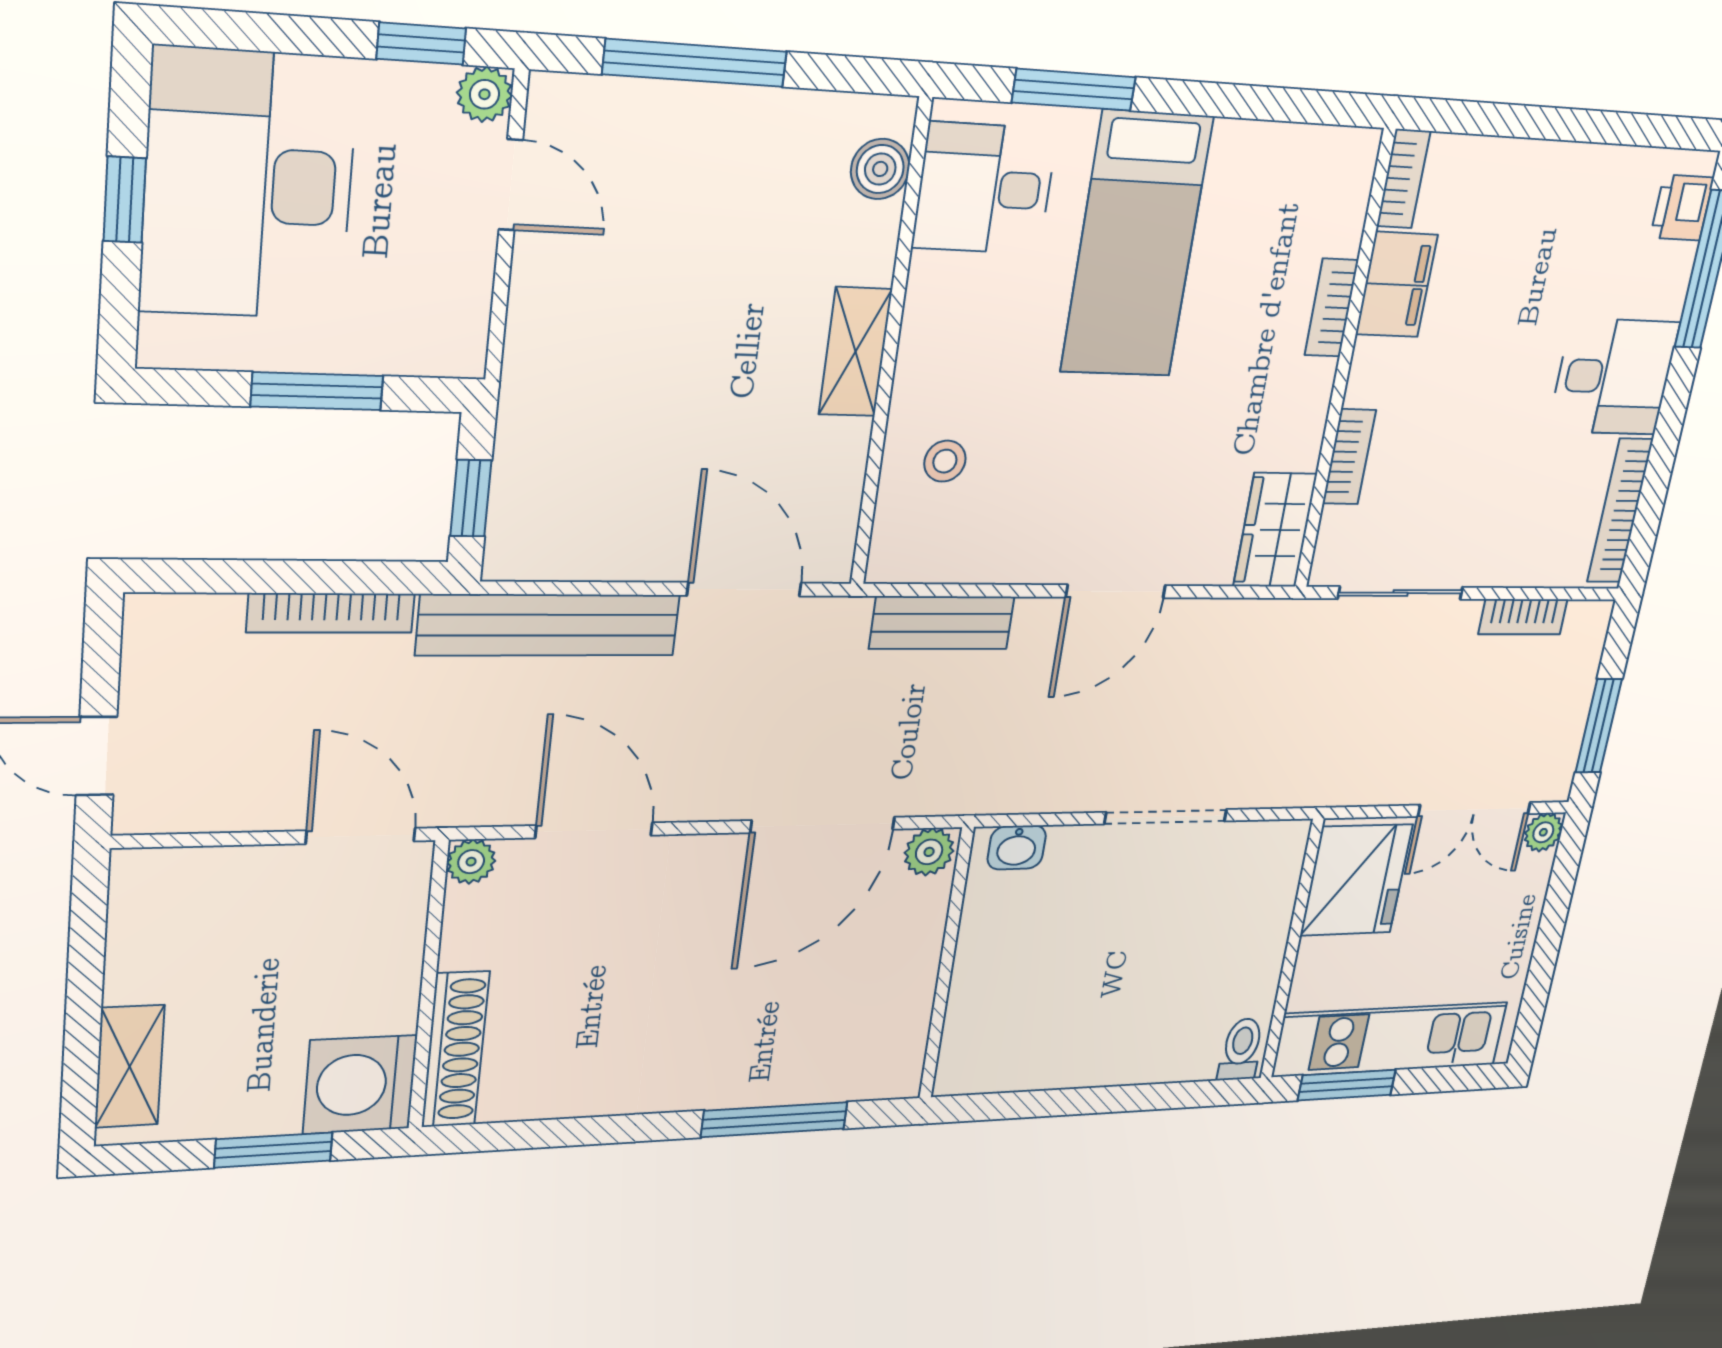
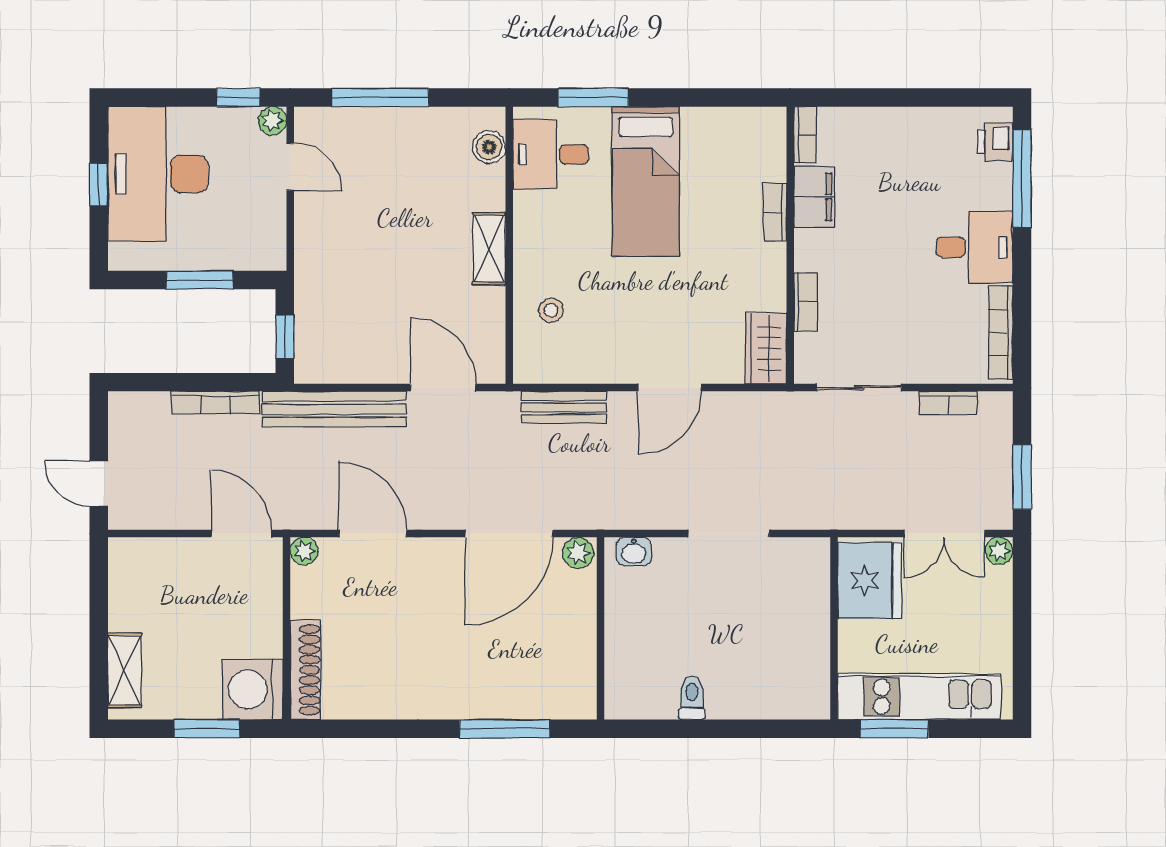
toilet: (1241, 1049) -> (692, 698), moved

